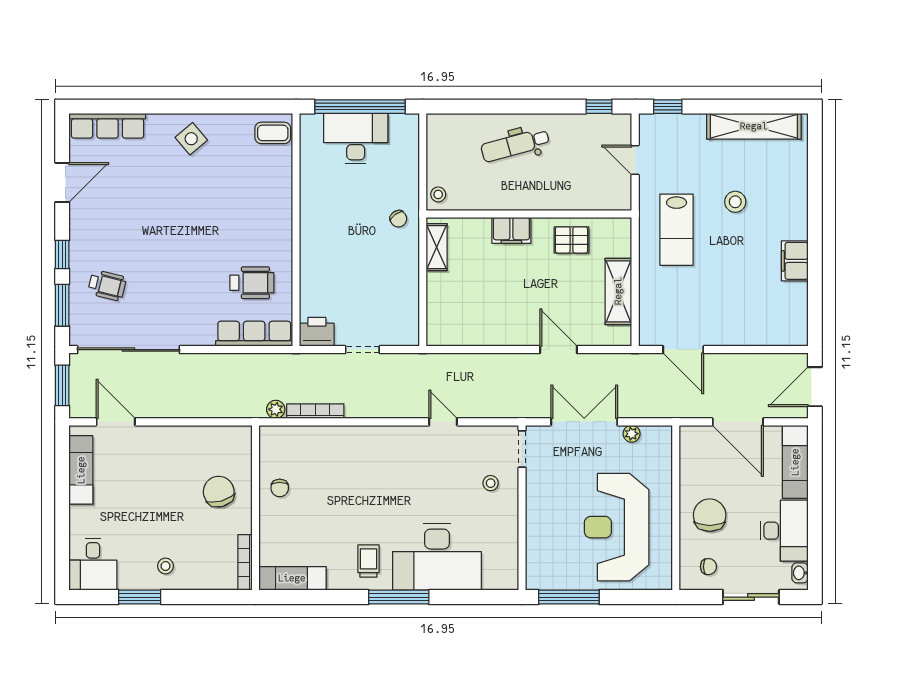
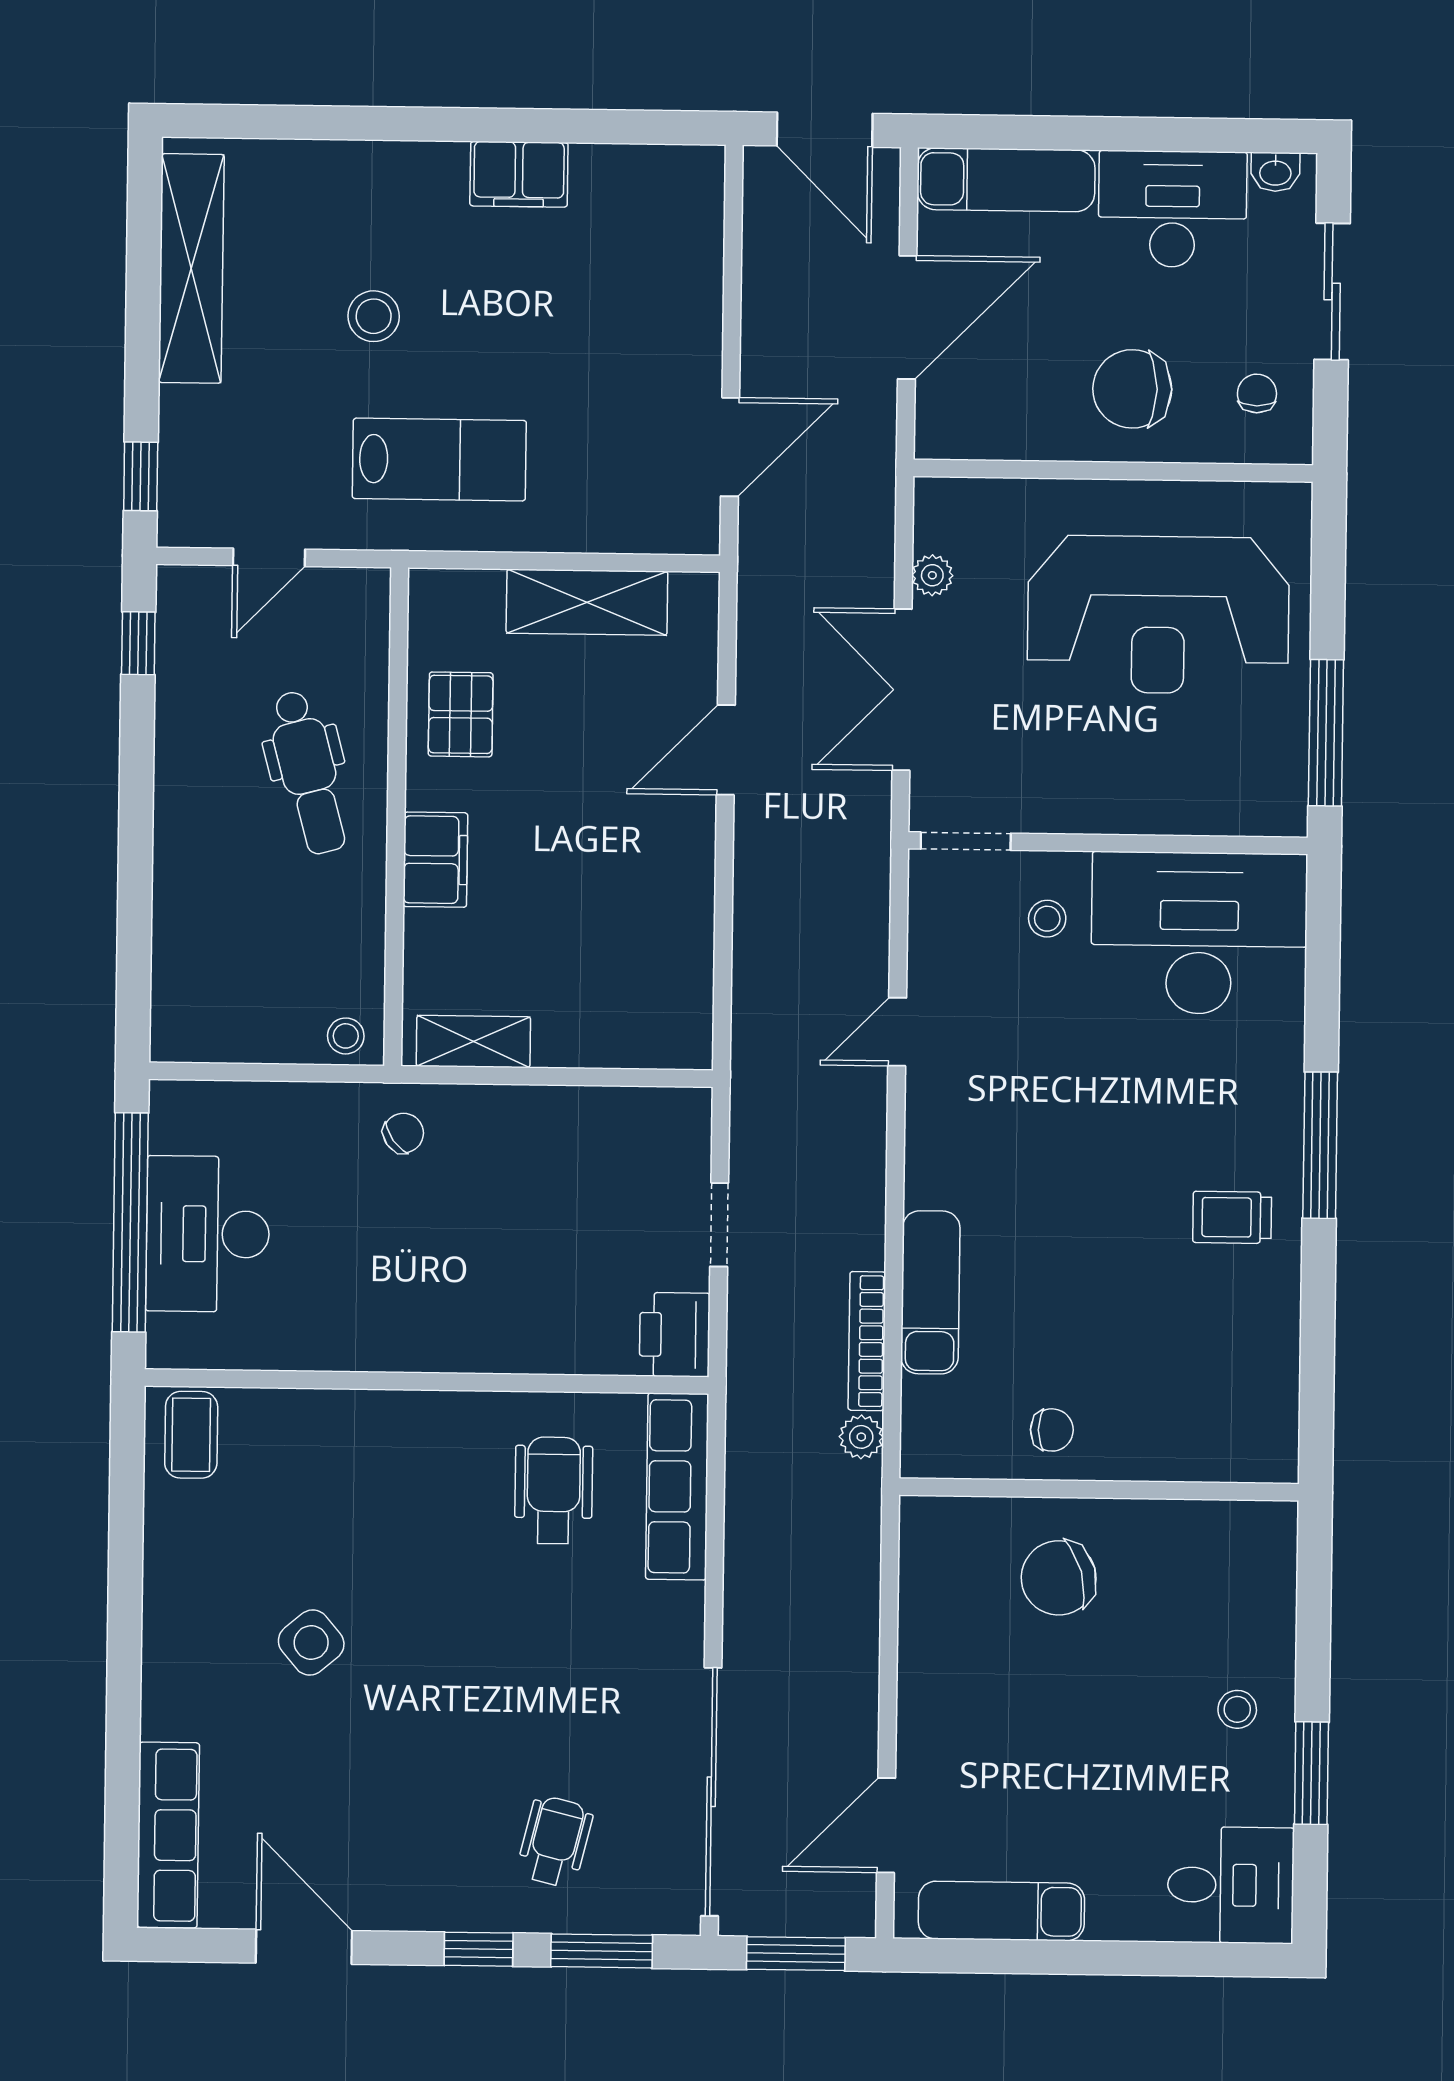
side table: (191, 139) -> (311, 1643), moved
dental chair: (515, 145) -> (308, 772), moved
desk: (437, 557) -> (1199, 933), moved, turned -90
bookcase: (245, 562) -> (1231, 1517), removed
exam couch: (292, 578) -> (930, 1292), moved, turned 180

